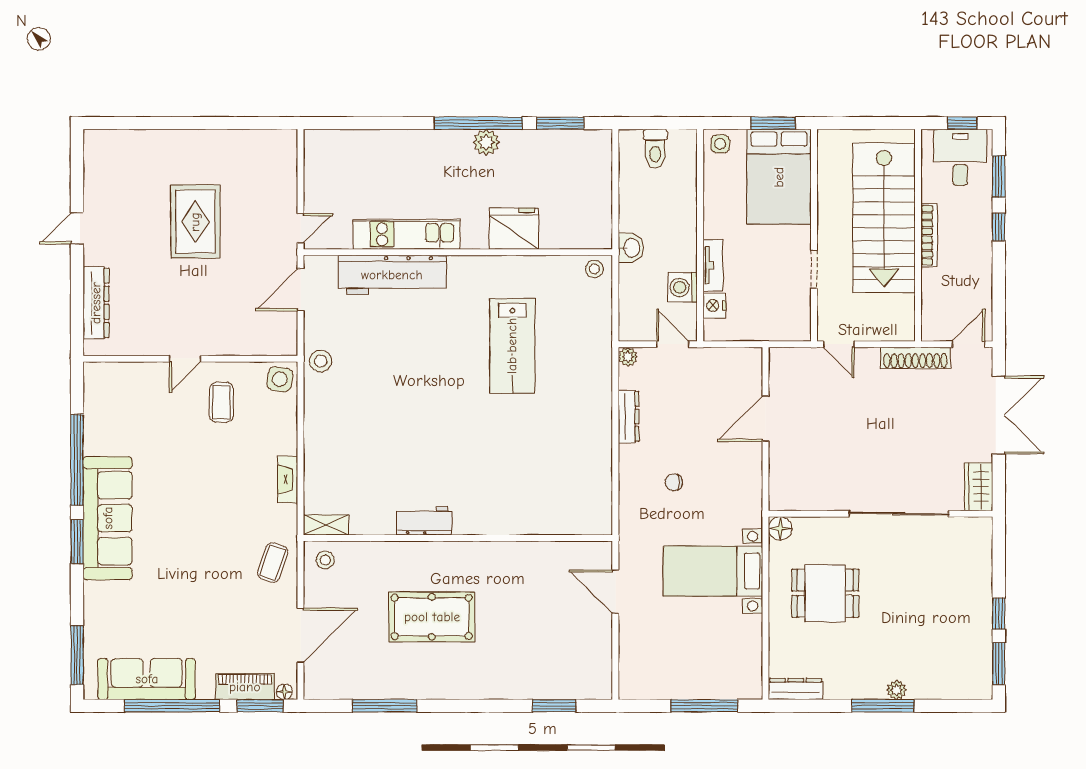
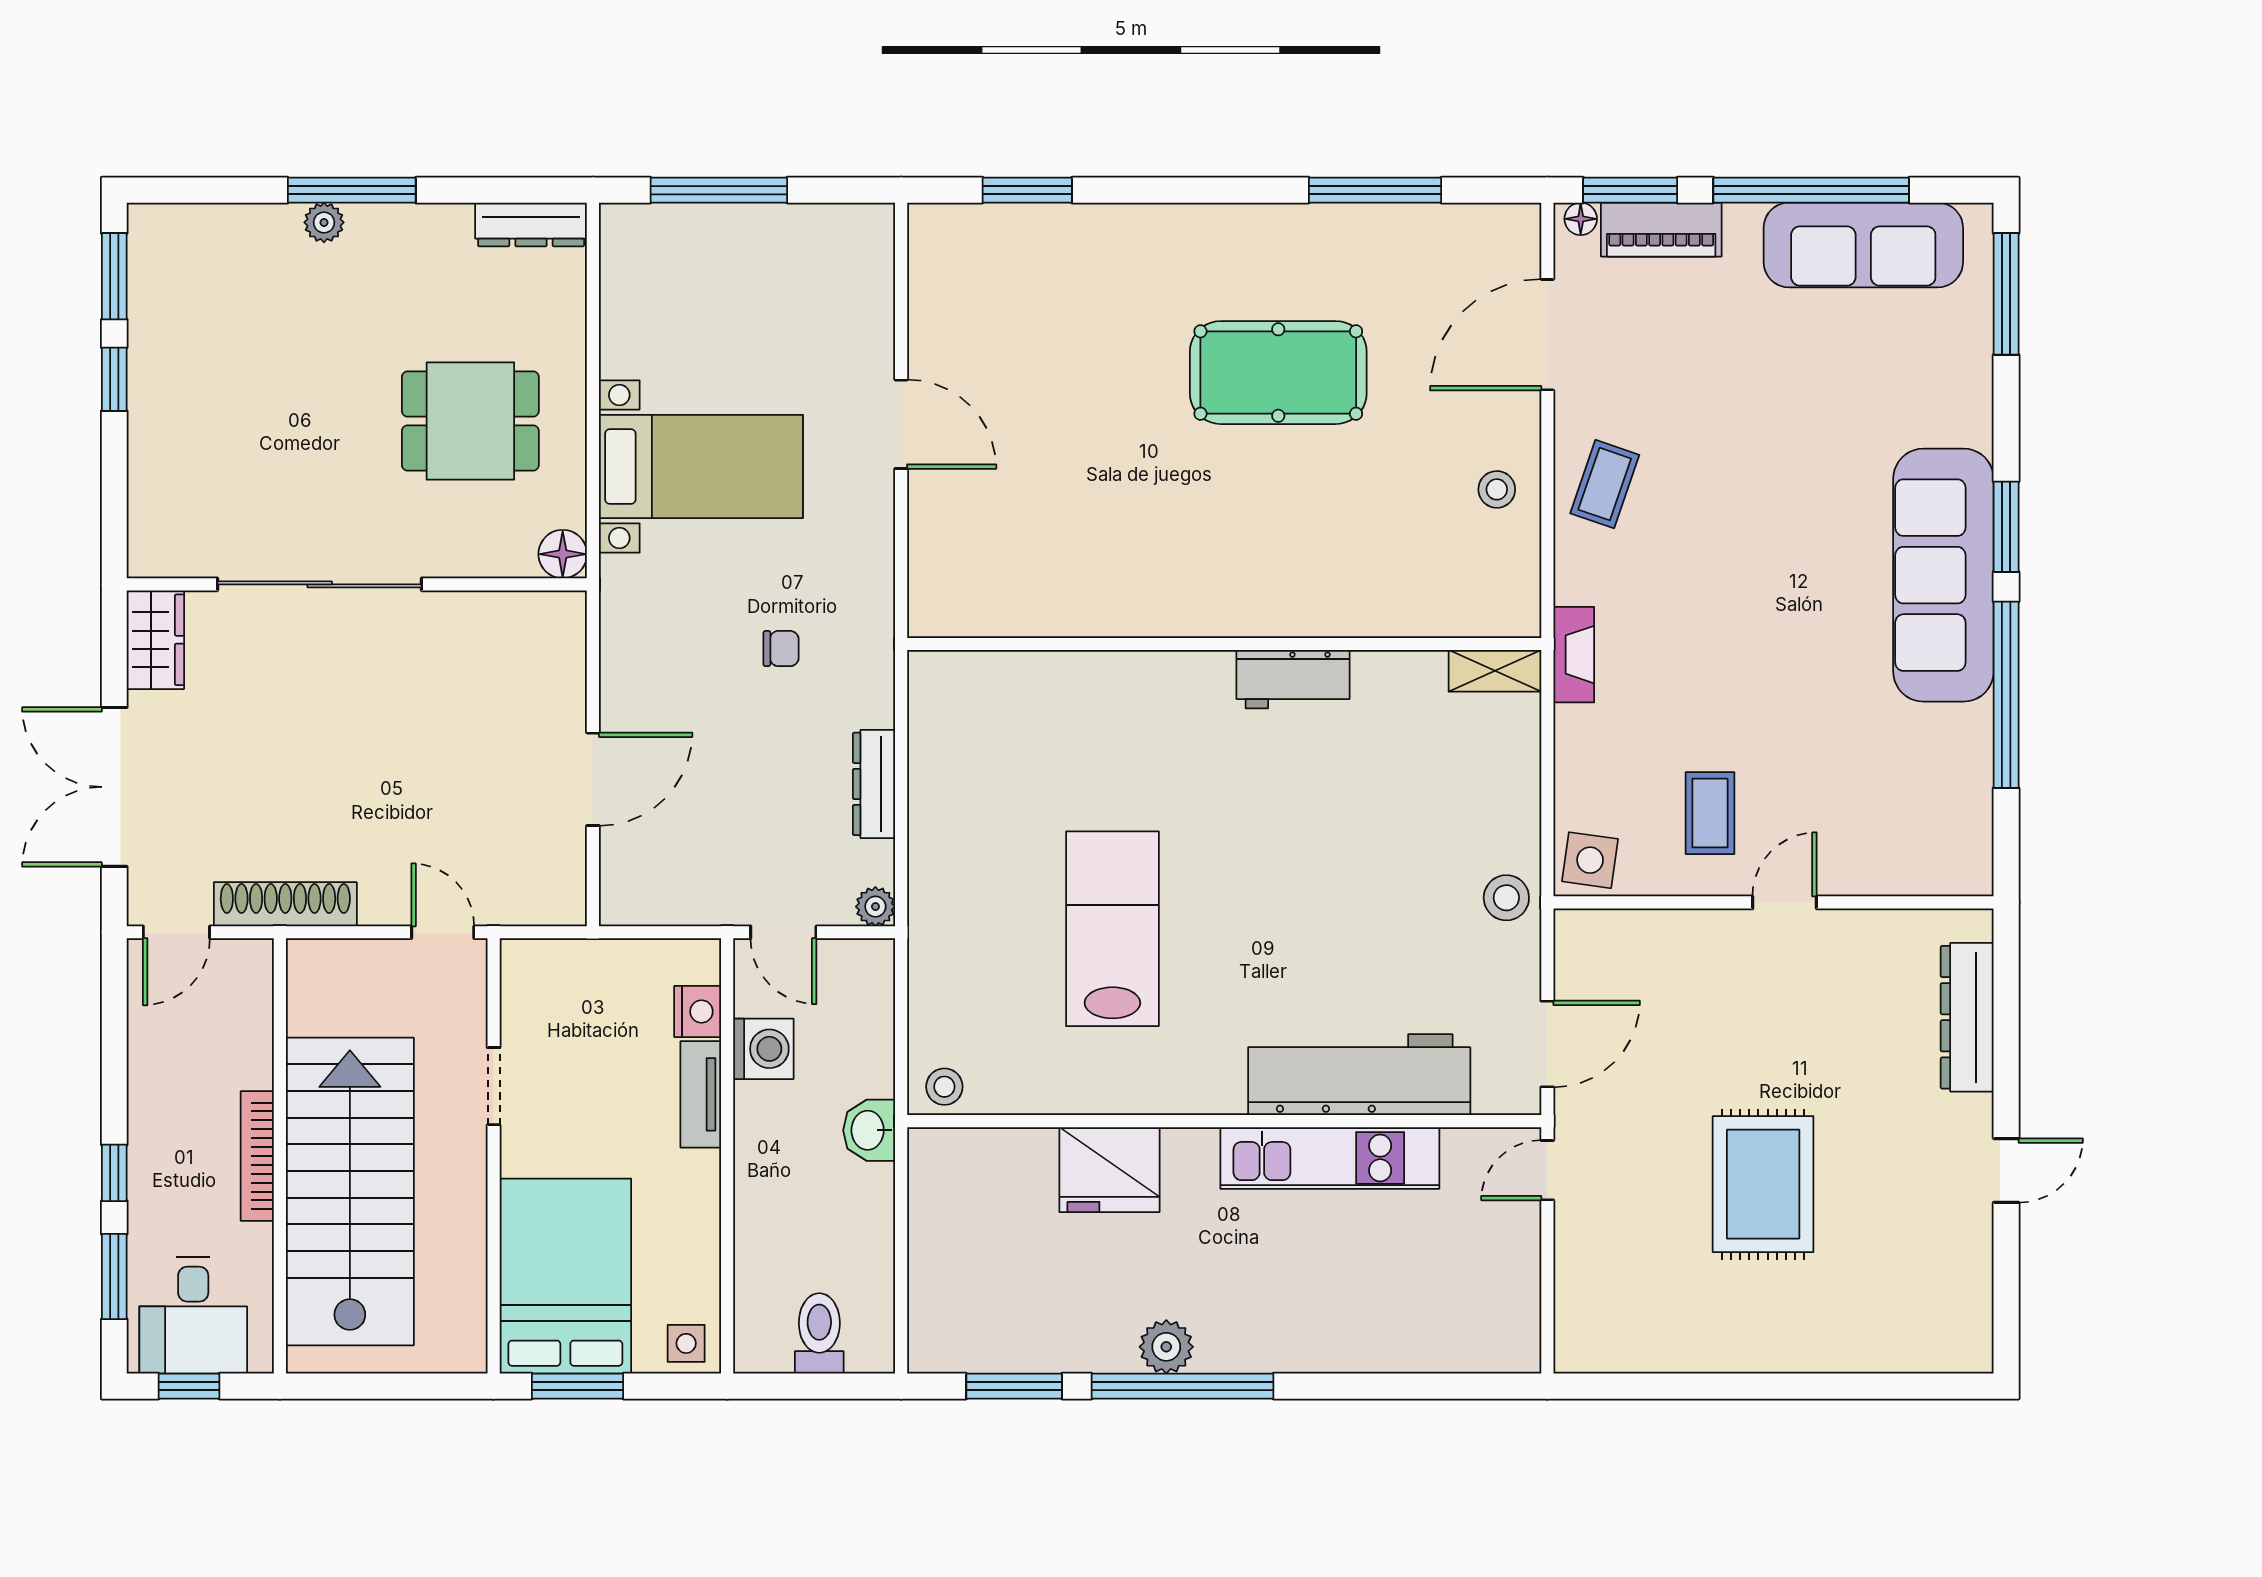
workbench: (424, 521) -> (1293, 679), moved
shelving: (326, 525) -> (1495, 671), moved
wall: (458, 538) -> (1224, 644), moved

